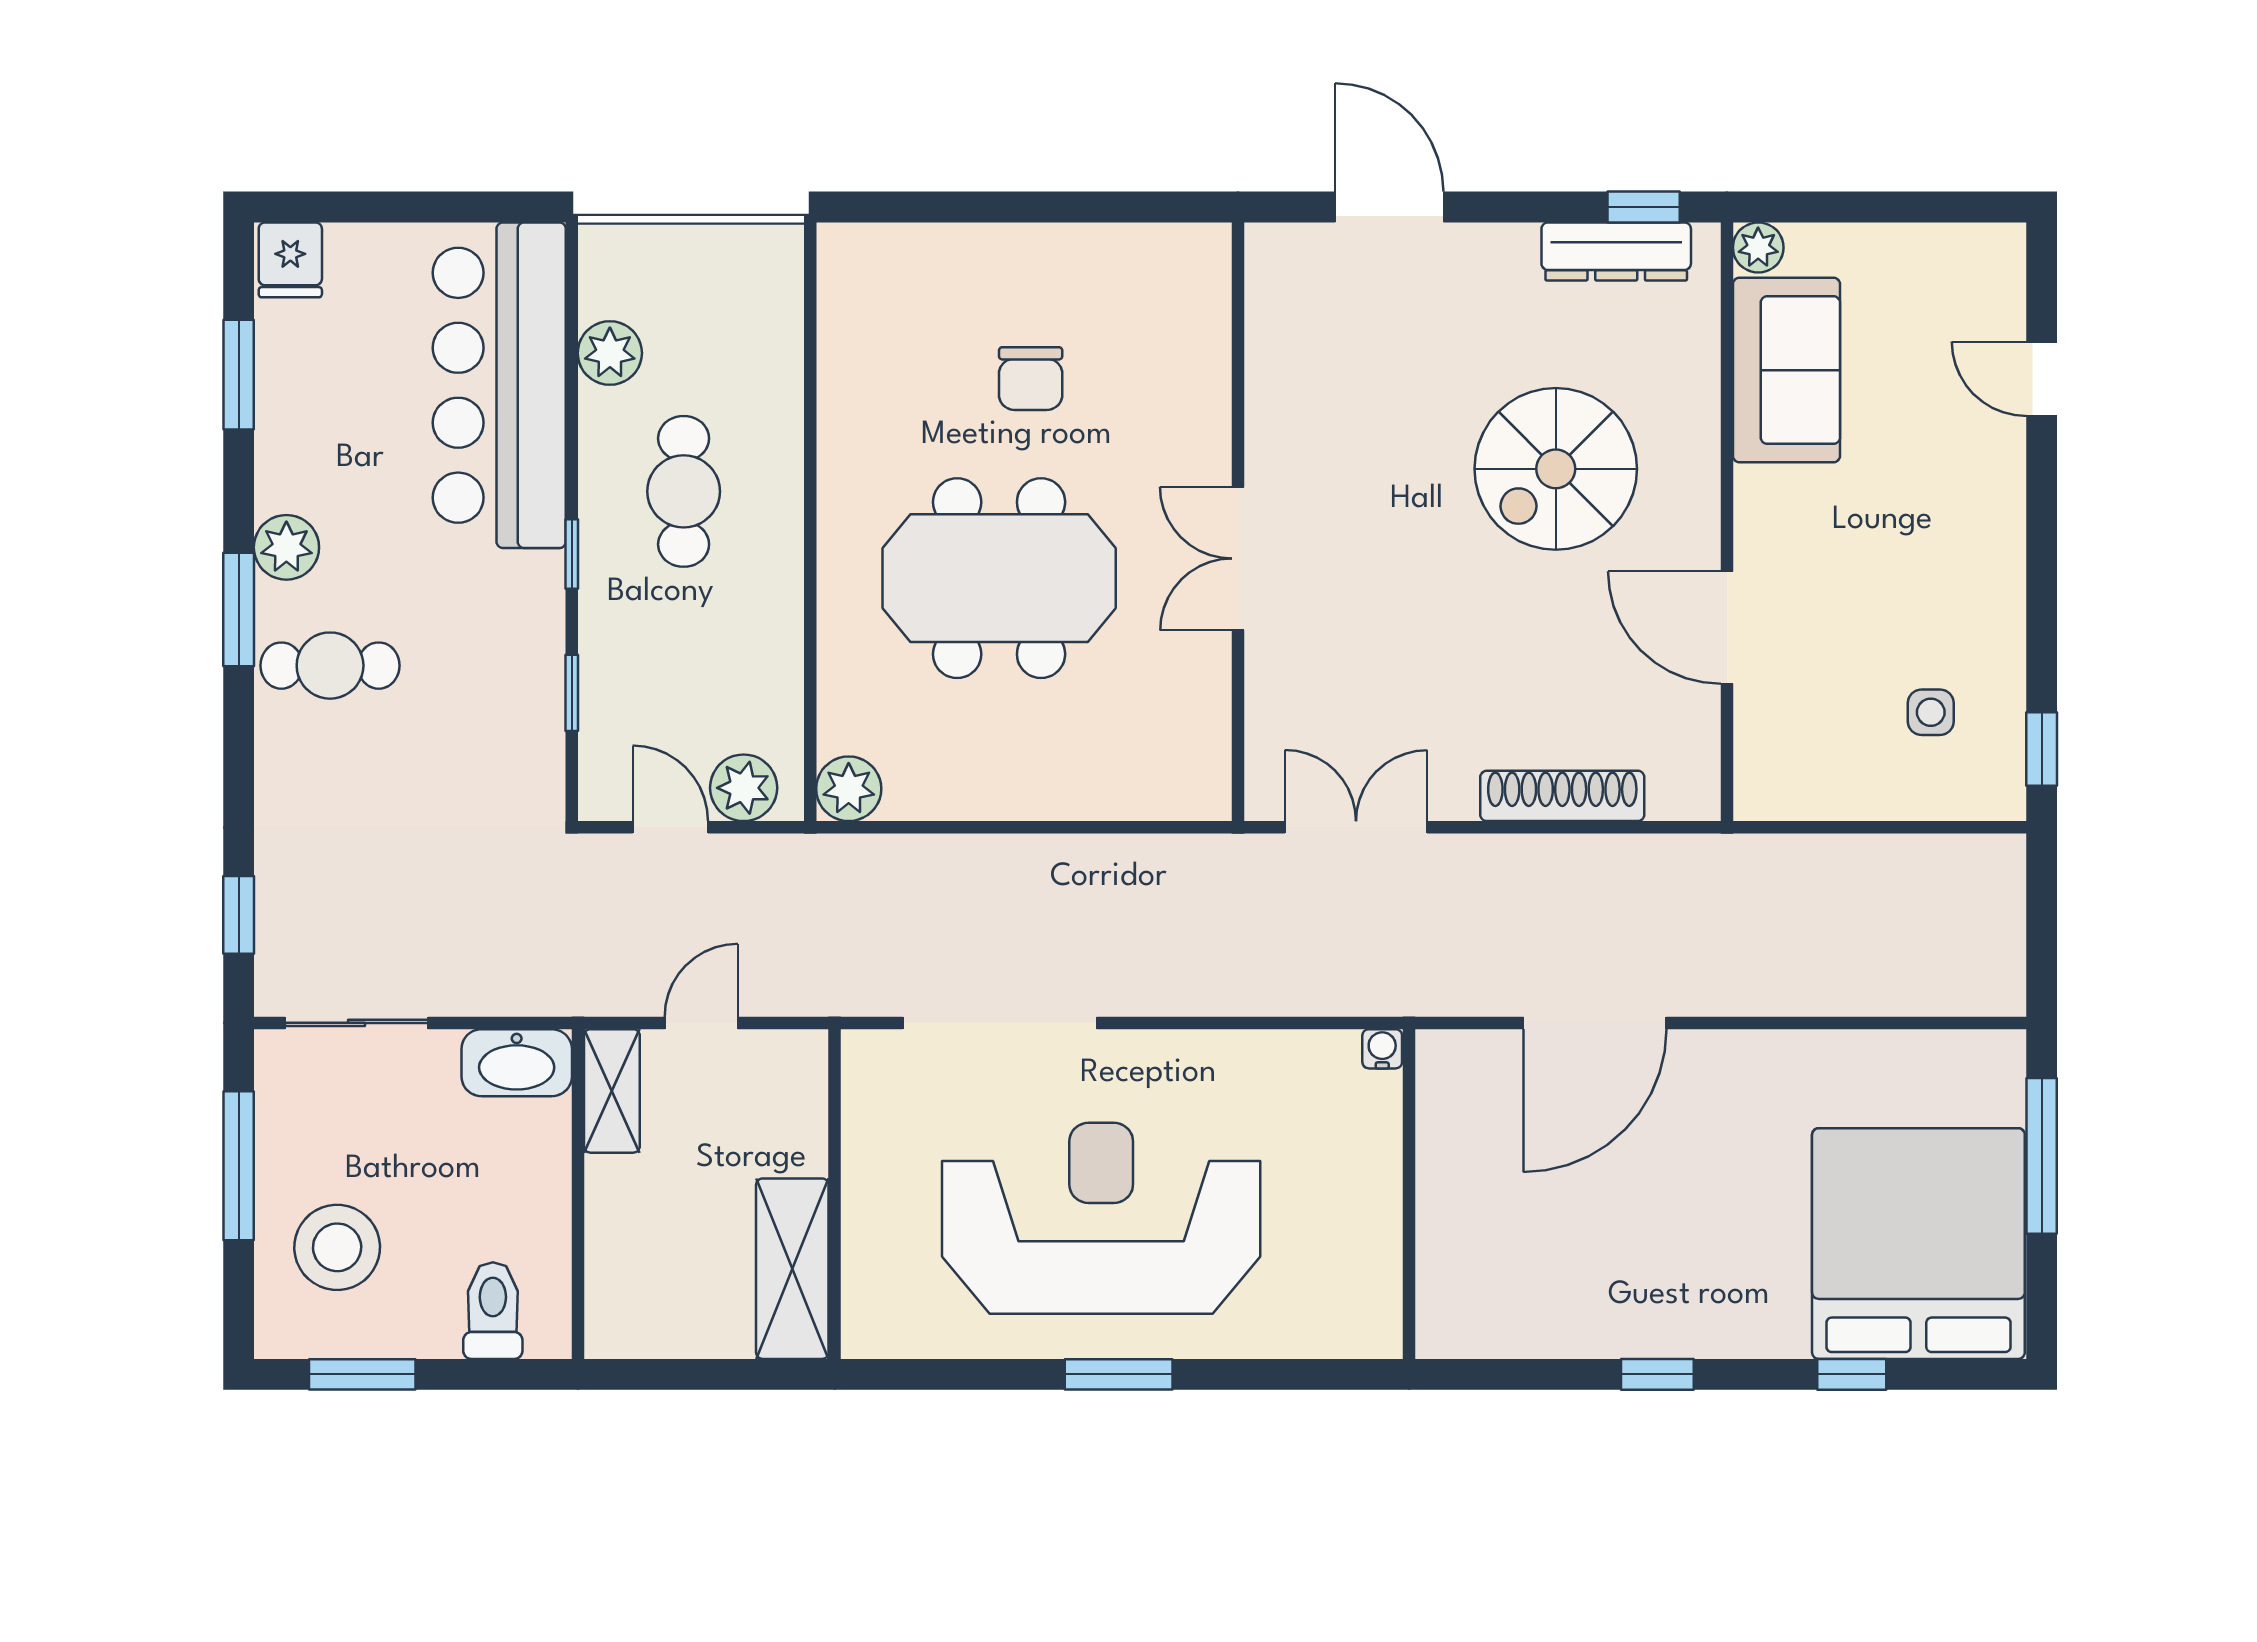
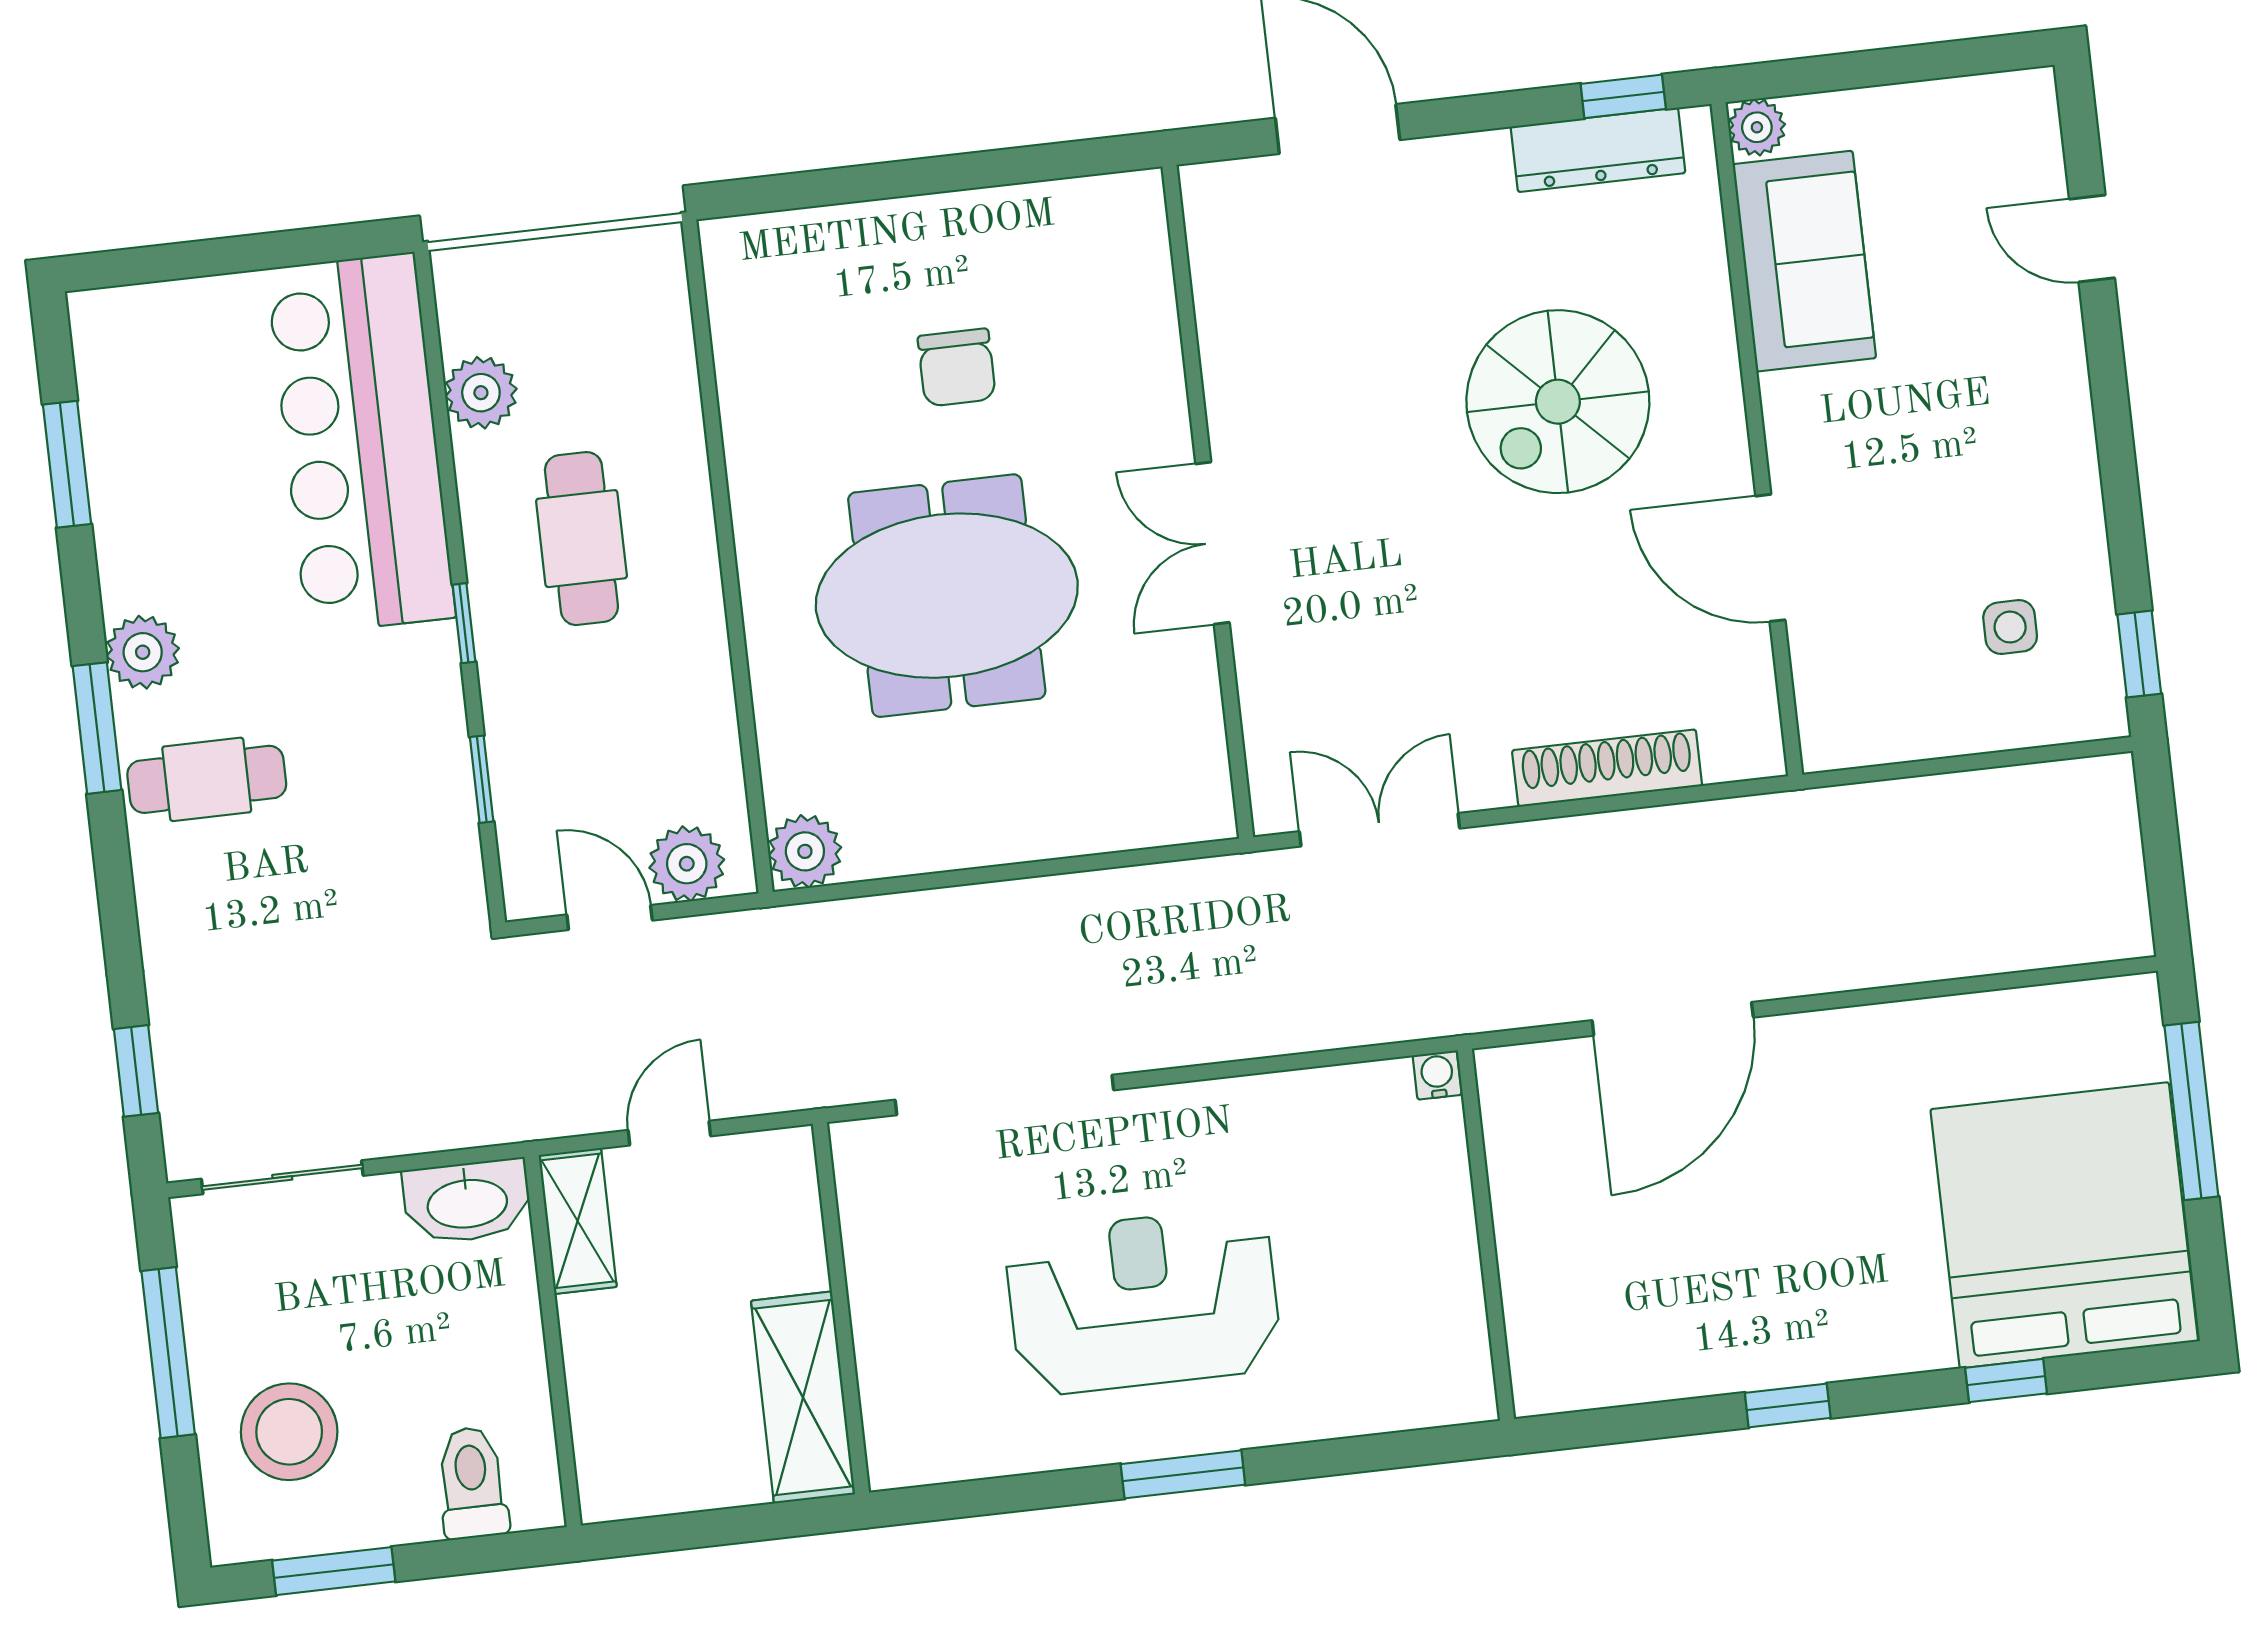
fridge: (290, 260) -> (110, 329), removed
reception desk: (1101, 1218) -> (1143, 1301), width x0.74, depth x0.77

